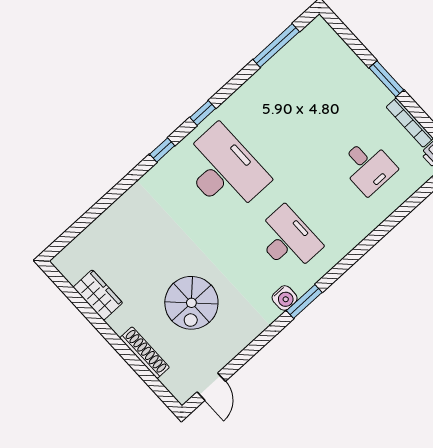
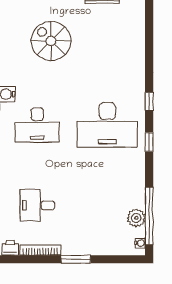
water cooler: (312, 30) -> (140, 243), added
window: (276, 46) -> (149, 216), width x1.46
plant: (290, 56) -> (136, 218), added

